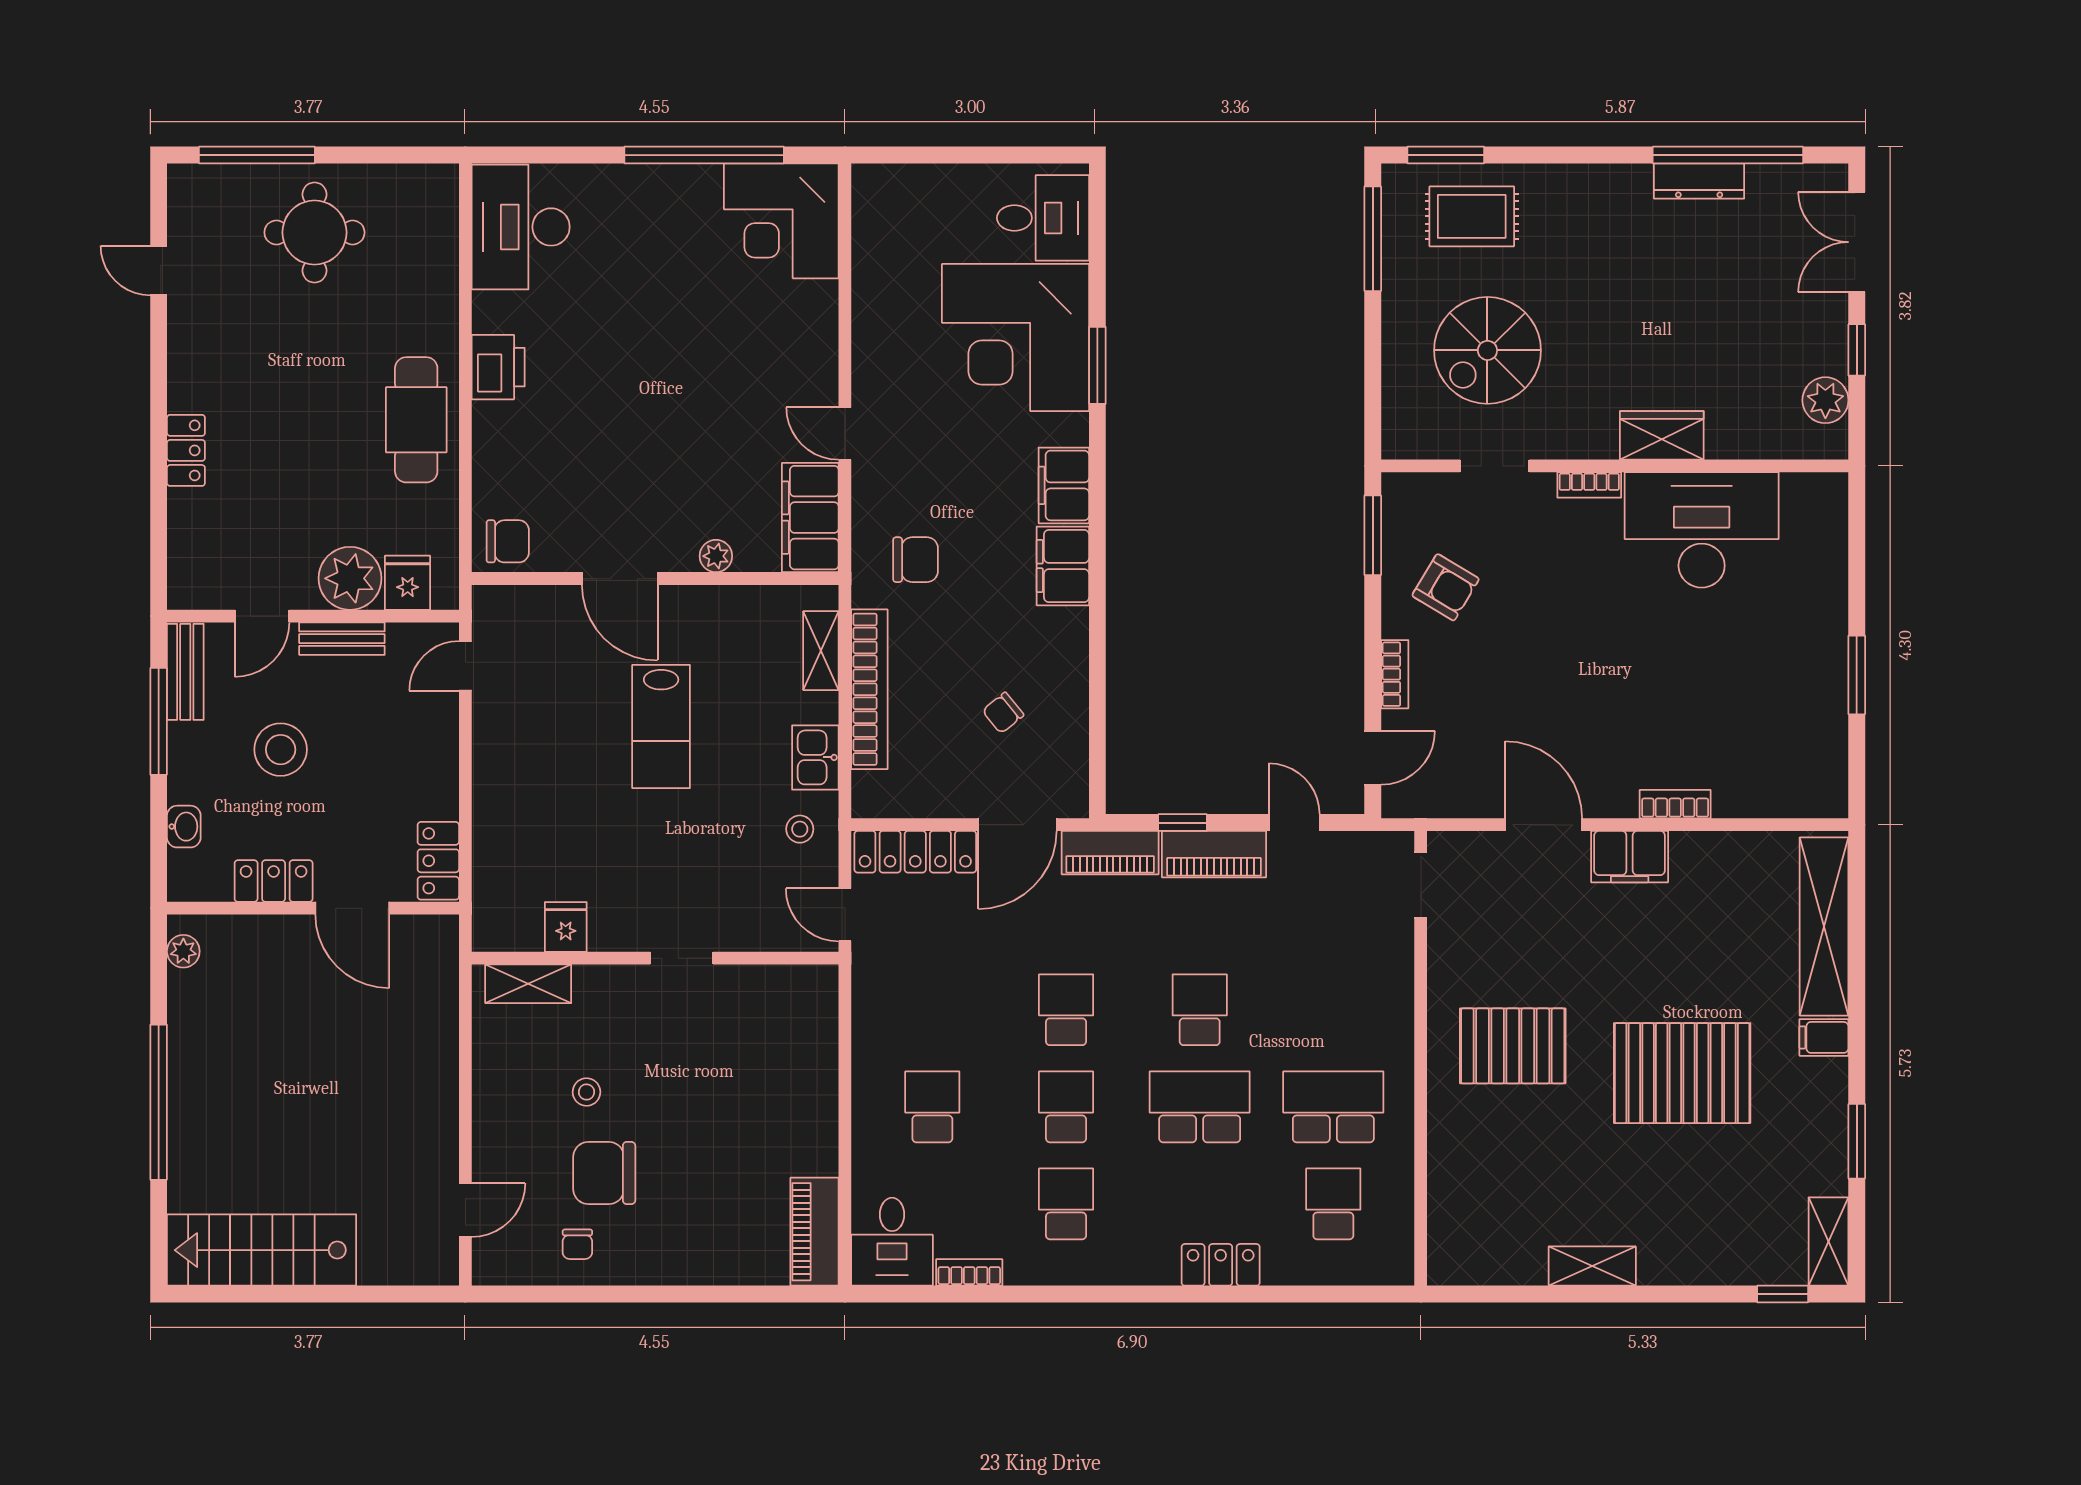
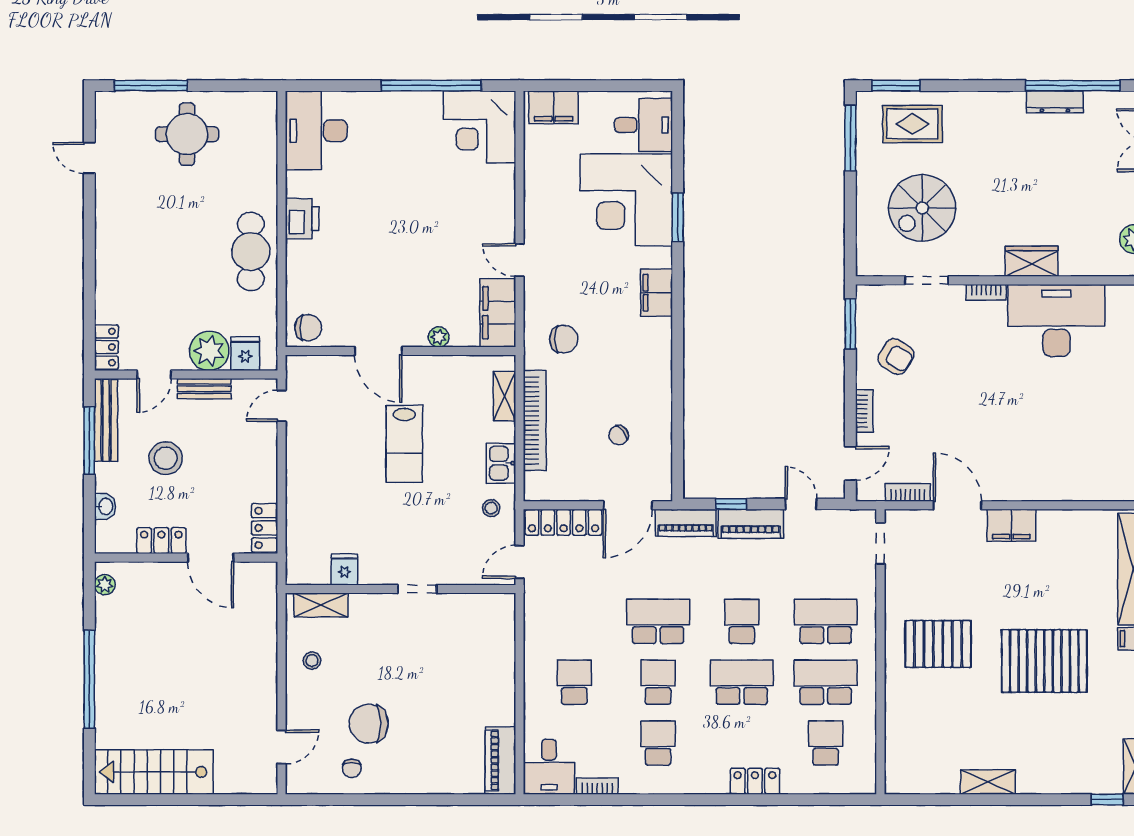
locker: (186, 450) -> (106, 347), moved
filing cabinet: (1063, 566) -> (554, 107), moved, turned -90
bench: (185, 672) -> (106, 420), width x1.36
bookcase: (1675, 804) -> (908, 492), moved
door: (845, 915) -> (519, 562), hinge flipped
school desk: (1066, 1010) -> (658, 621), width x1.85
school desk: (1333, 1010) -> (826, 621), added
stool: (586, 1092) -> (312, 661), moved

